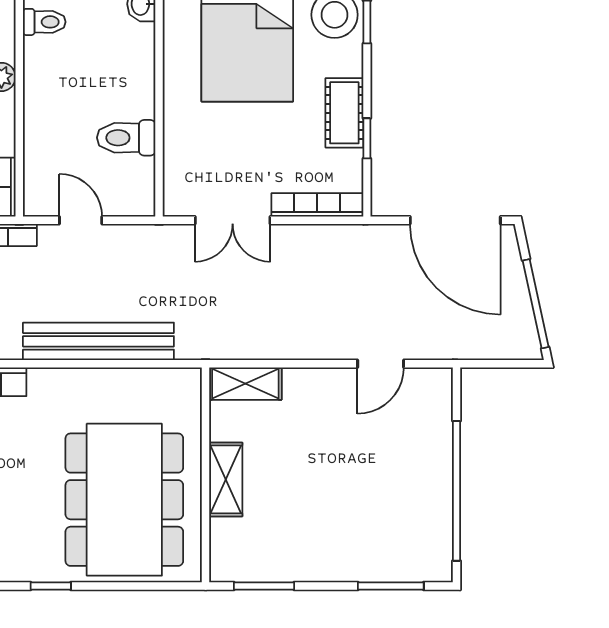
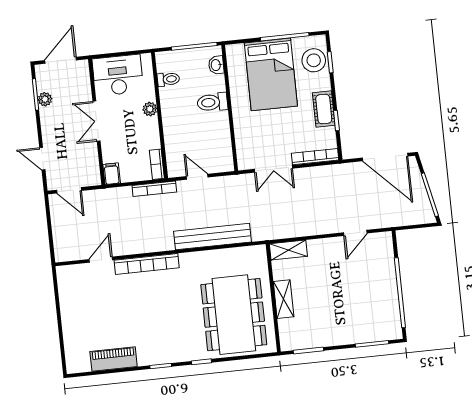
toilet: (126, 138) -> (212, 102), moved

